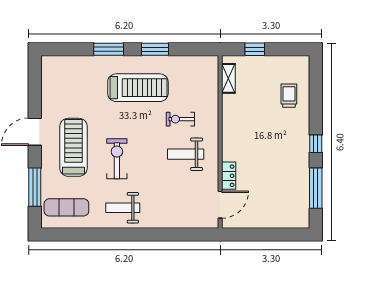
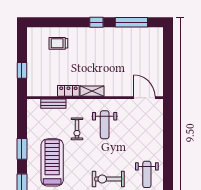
shelving: (228, 78) -> (92, 91), moved
bench: (213, 89) -> (53, 104), added
locker: (229, 176) -> (68, 91), moved

